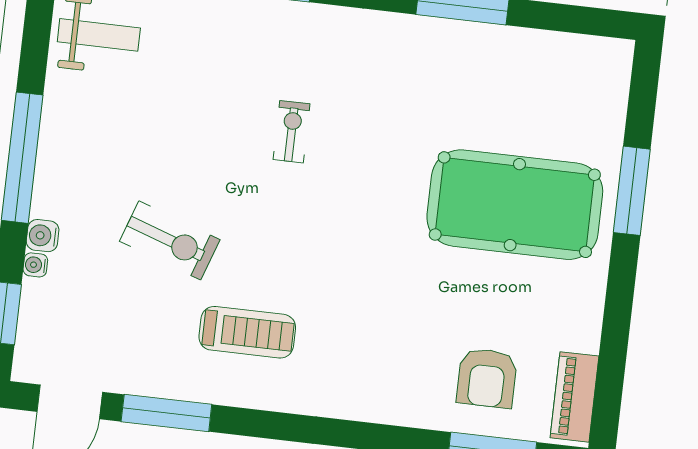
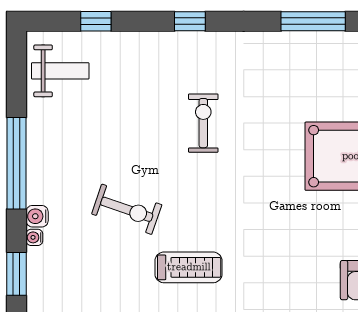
exercise bike: (292, 132) -> (203, 123), width x1.38, depth x1.39

